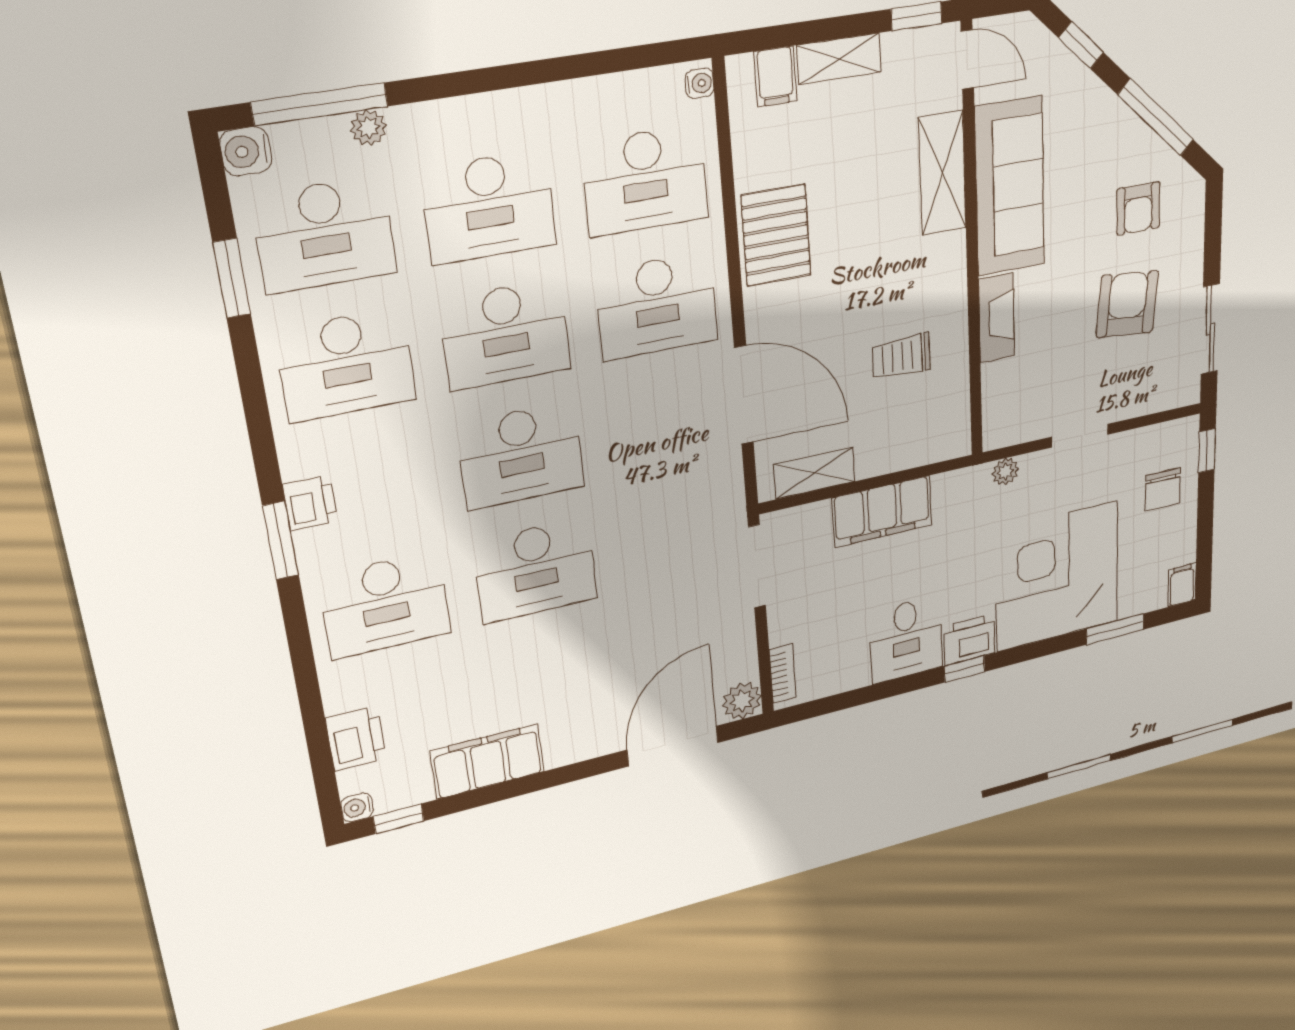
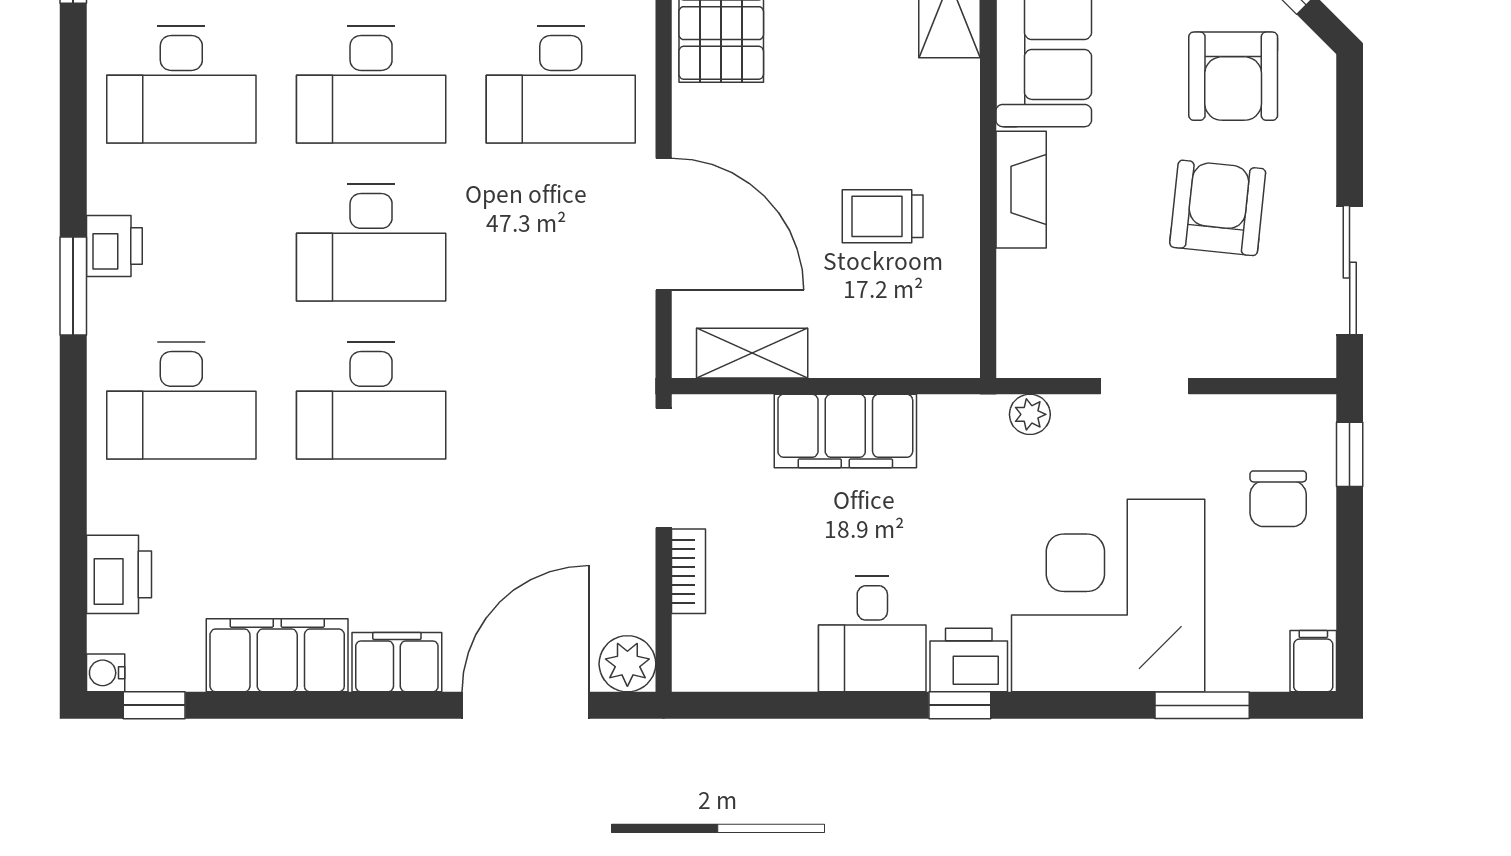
armchair: (1138, 208) -> (1233, 76), width x1.38, depth x1.38
bookcase: (783, 673) -> (689, 571), moved
filing cabinet: (577, 743) -> (397, 662), added

